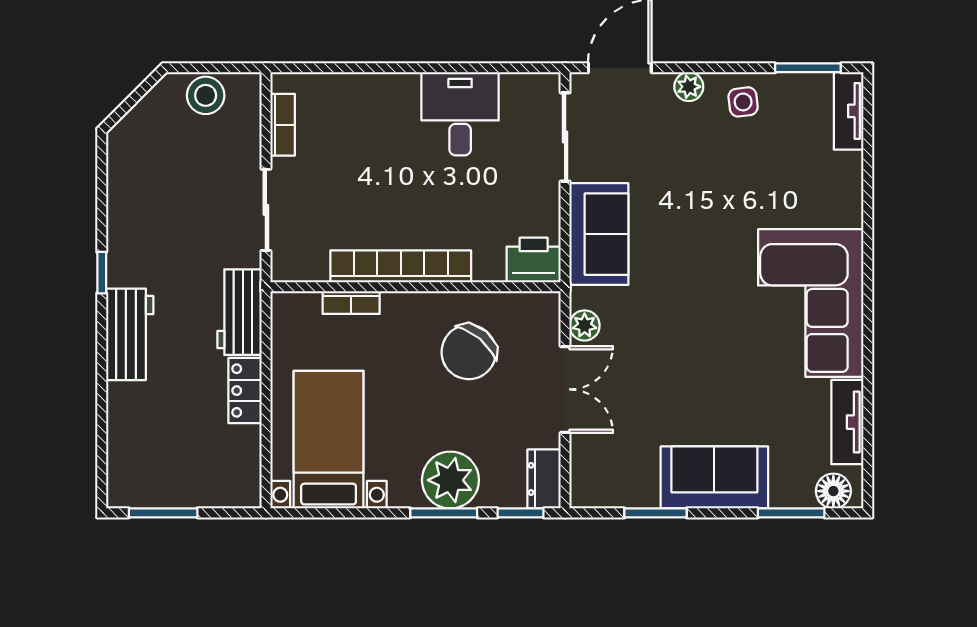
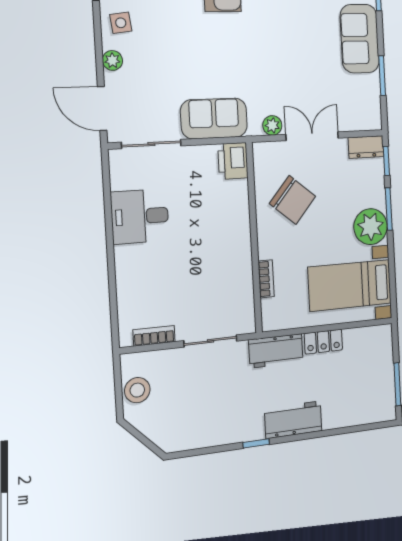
bookcase: (401, 266) -> (242, 248), removed
plant: (450, 480) -> (371, 227), moved

